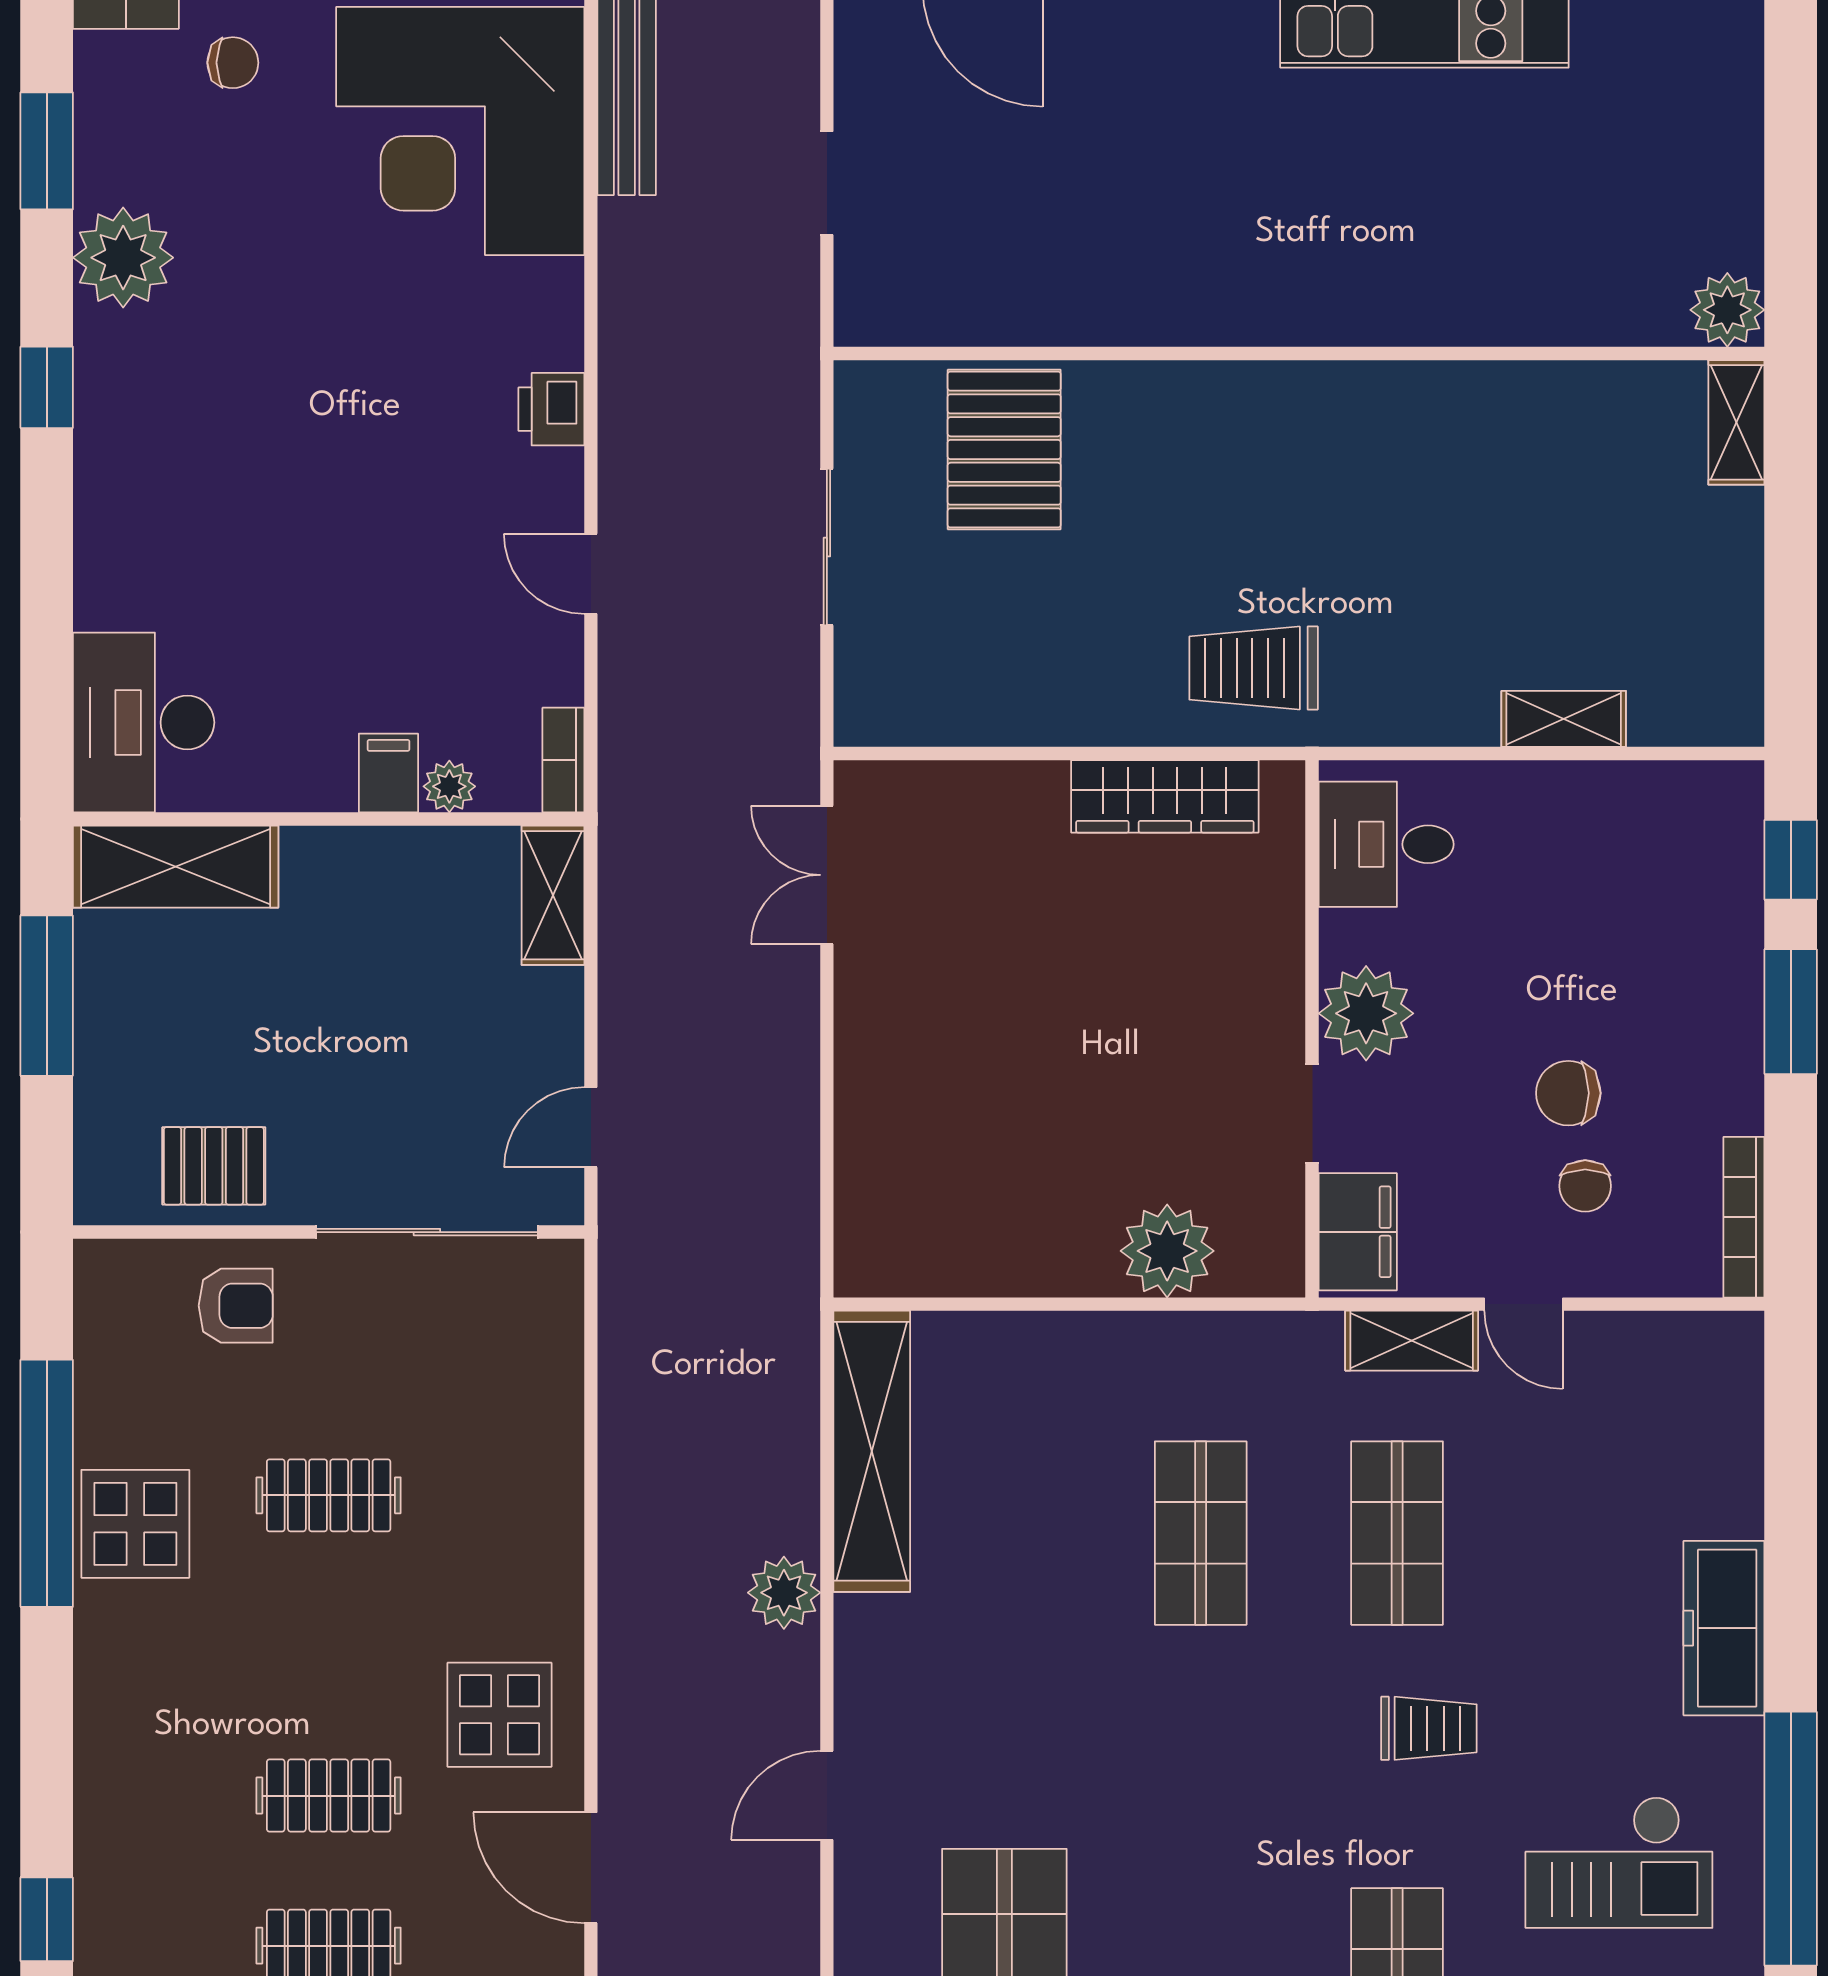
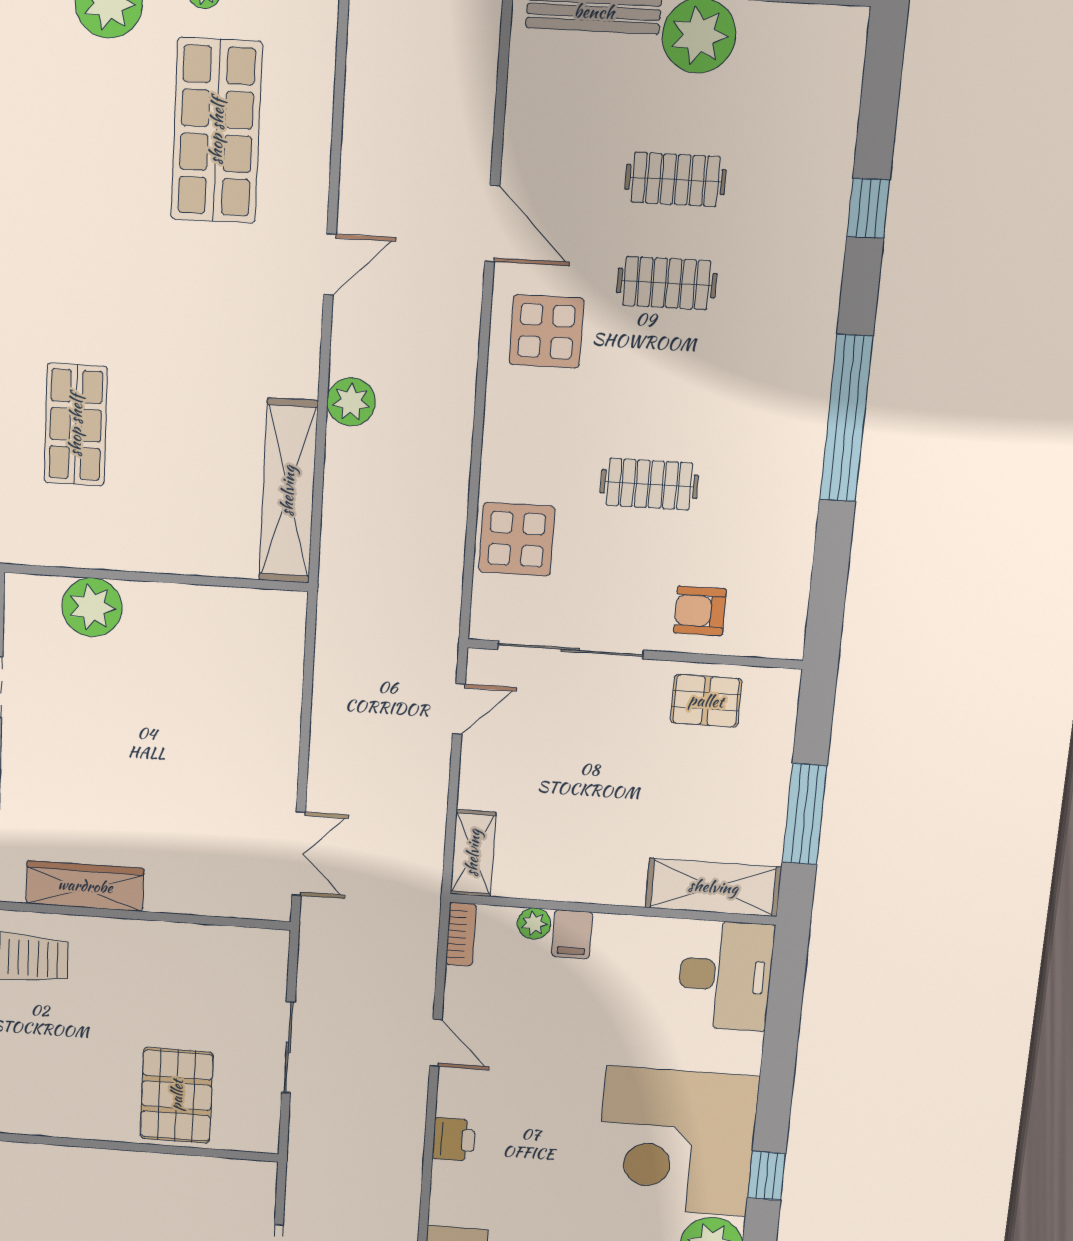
corner desk: (195, 435) -> (677, 1141), added
window: (47, 1483) -> (846, 418), moved
display table: (135, 1524) -> (517, 539), moved

